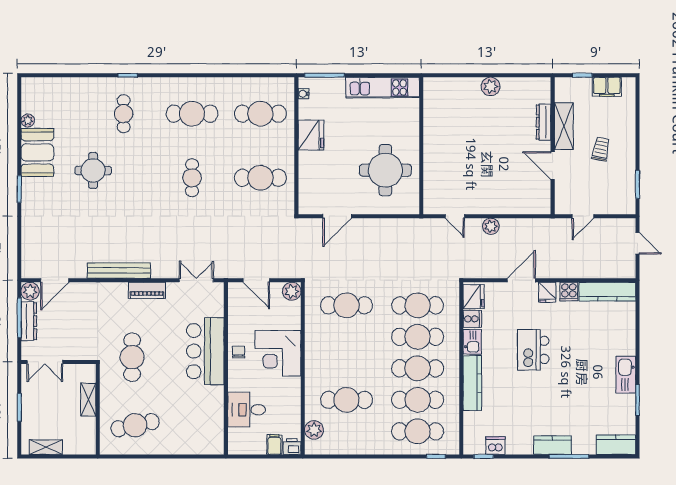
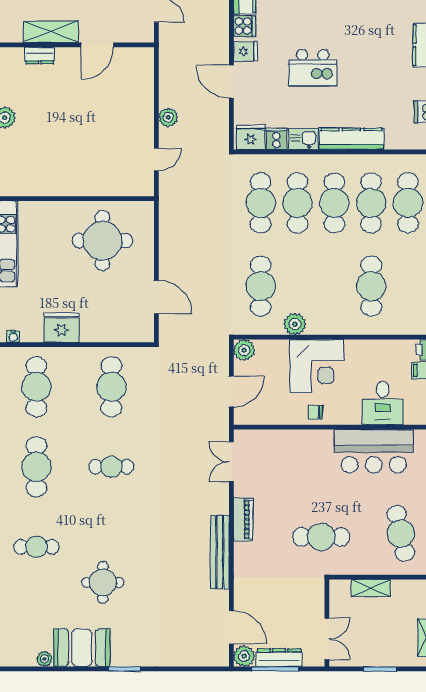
dresser: (544, 122) -> (40, 56), width x0.70
bar counter: (205, 351) -> (374, 451), moved
plant: (314, 430) -> (295, 324), moved

